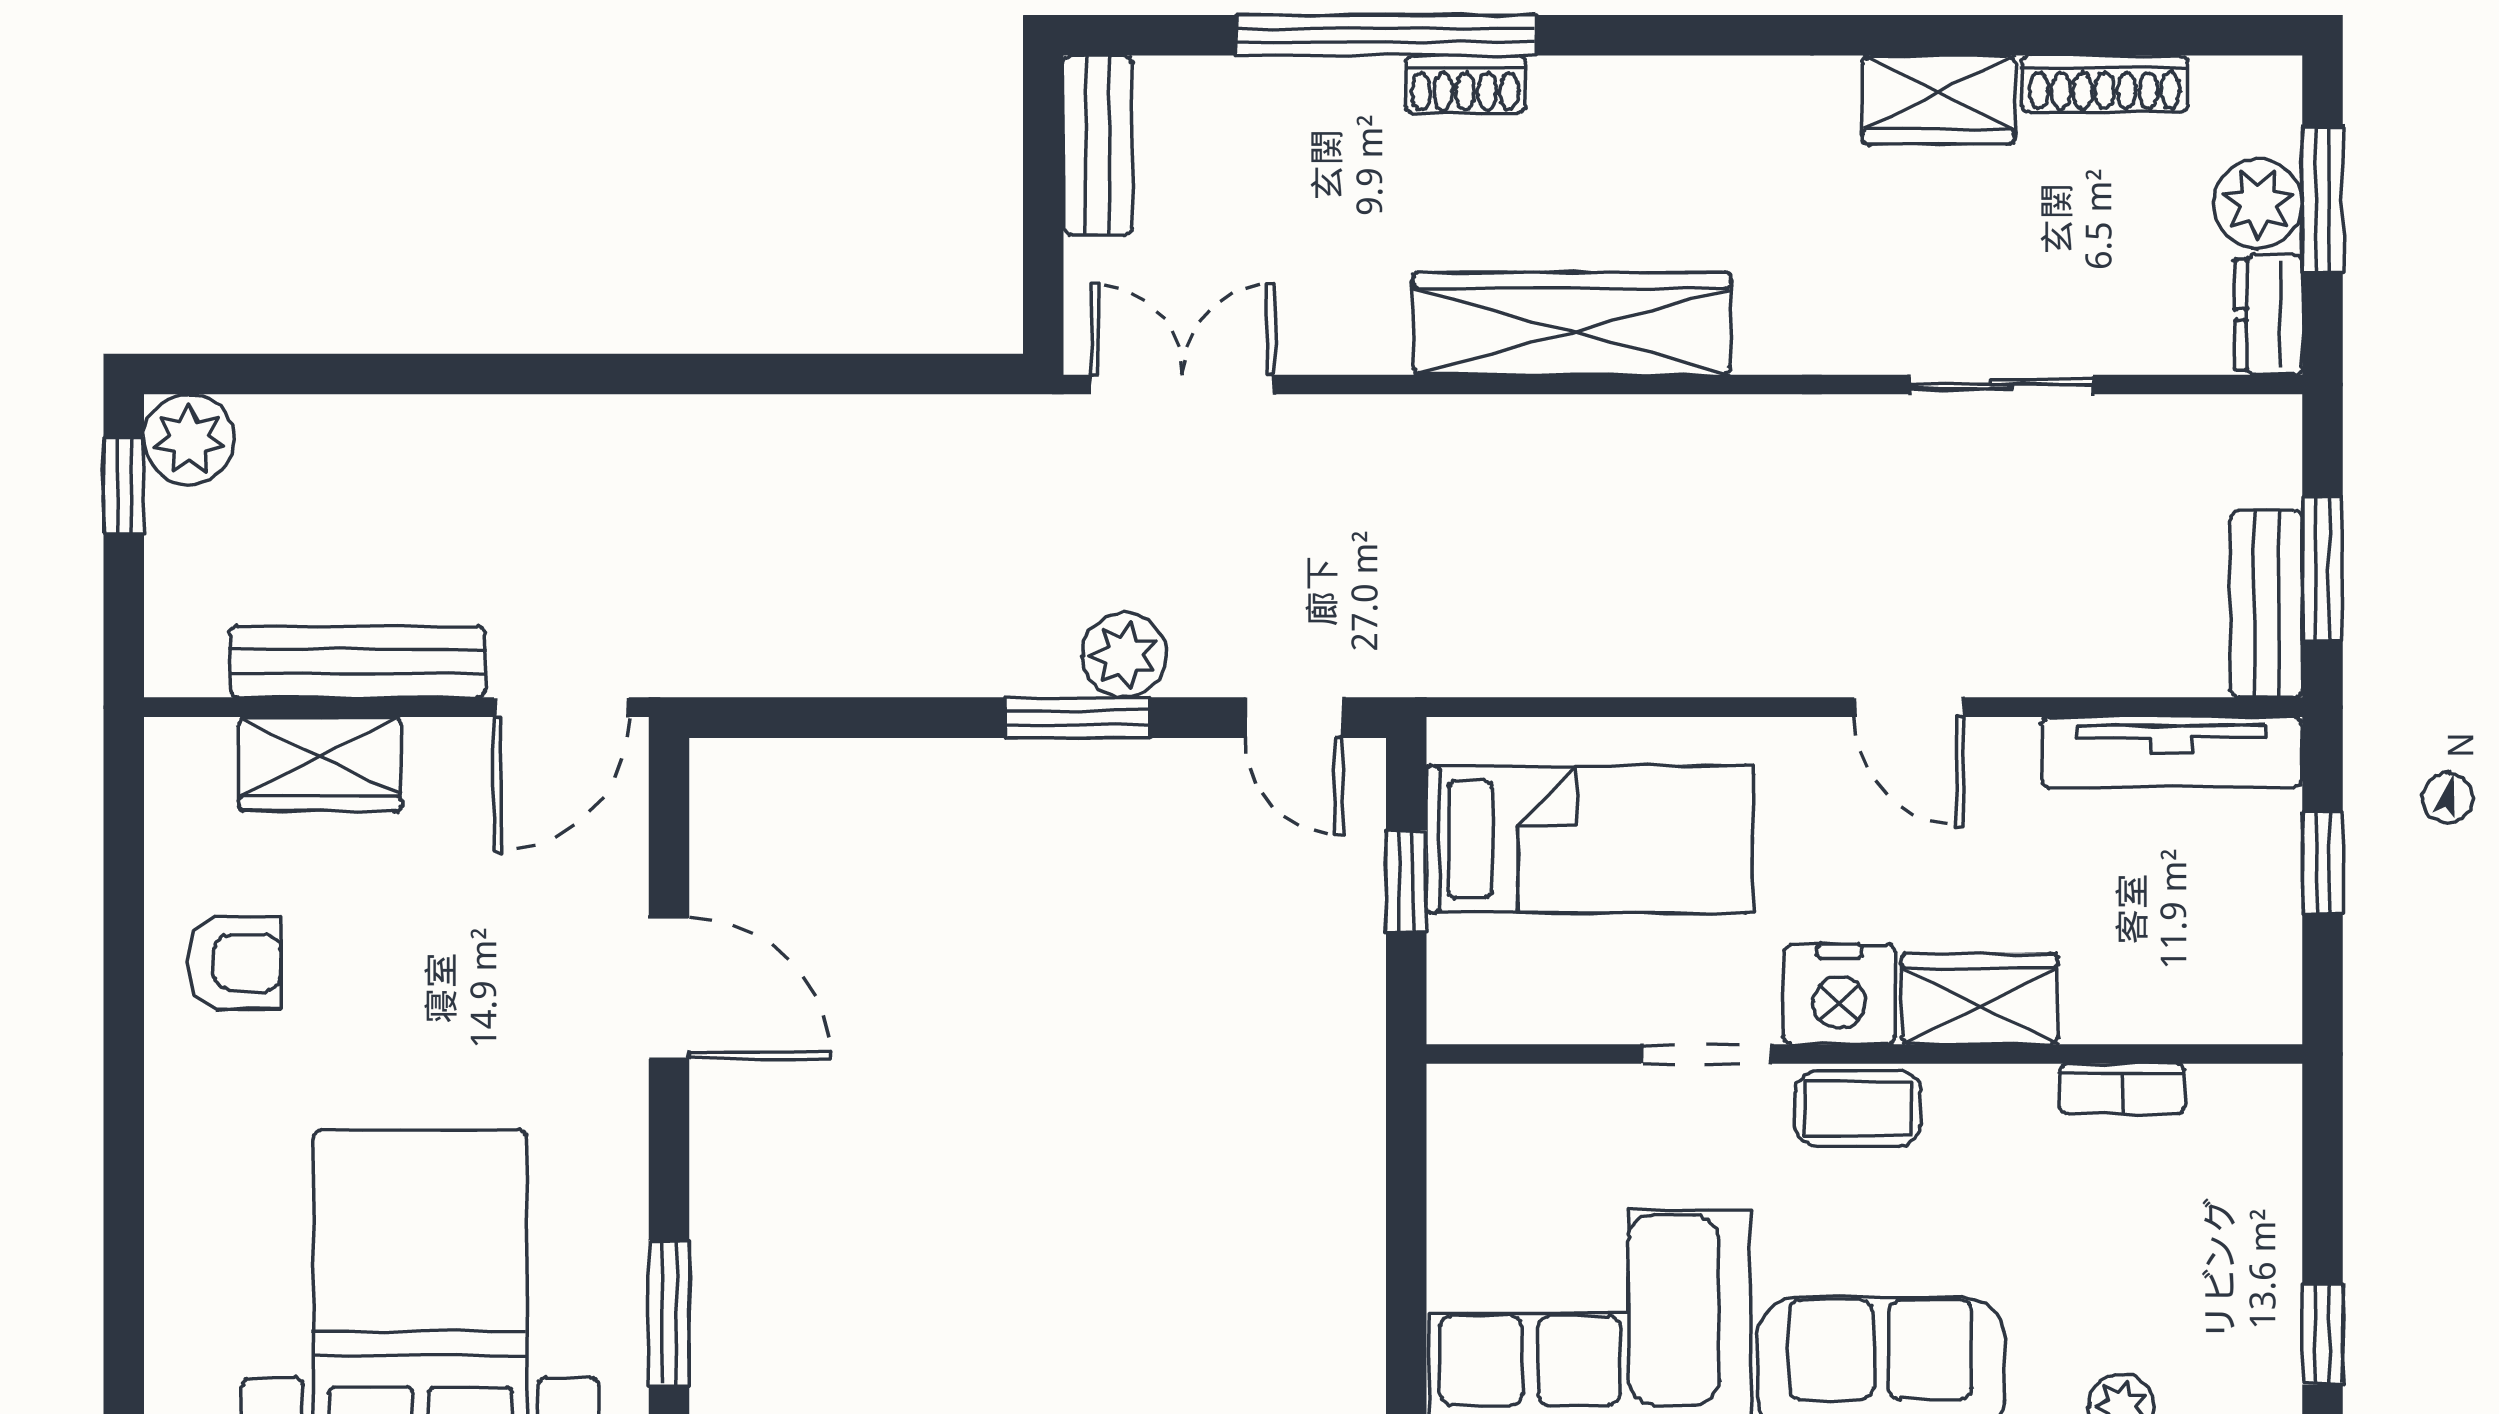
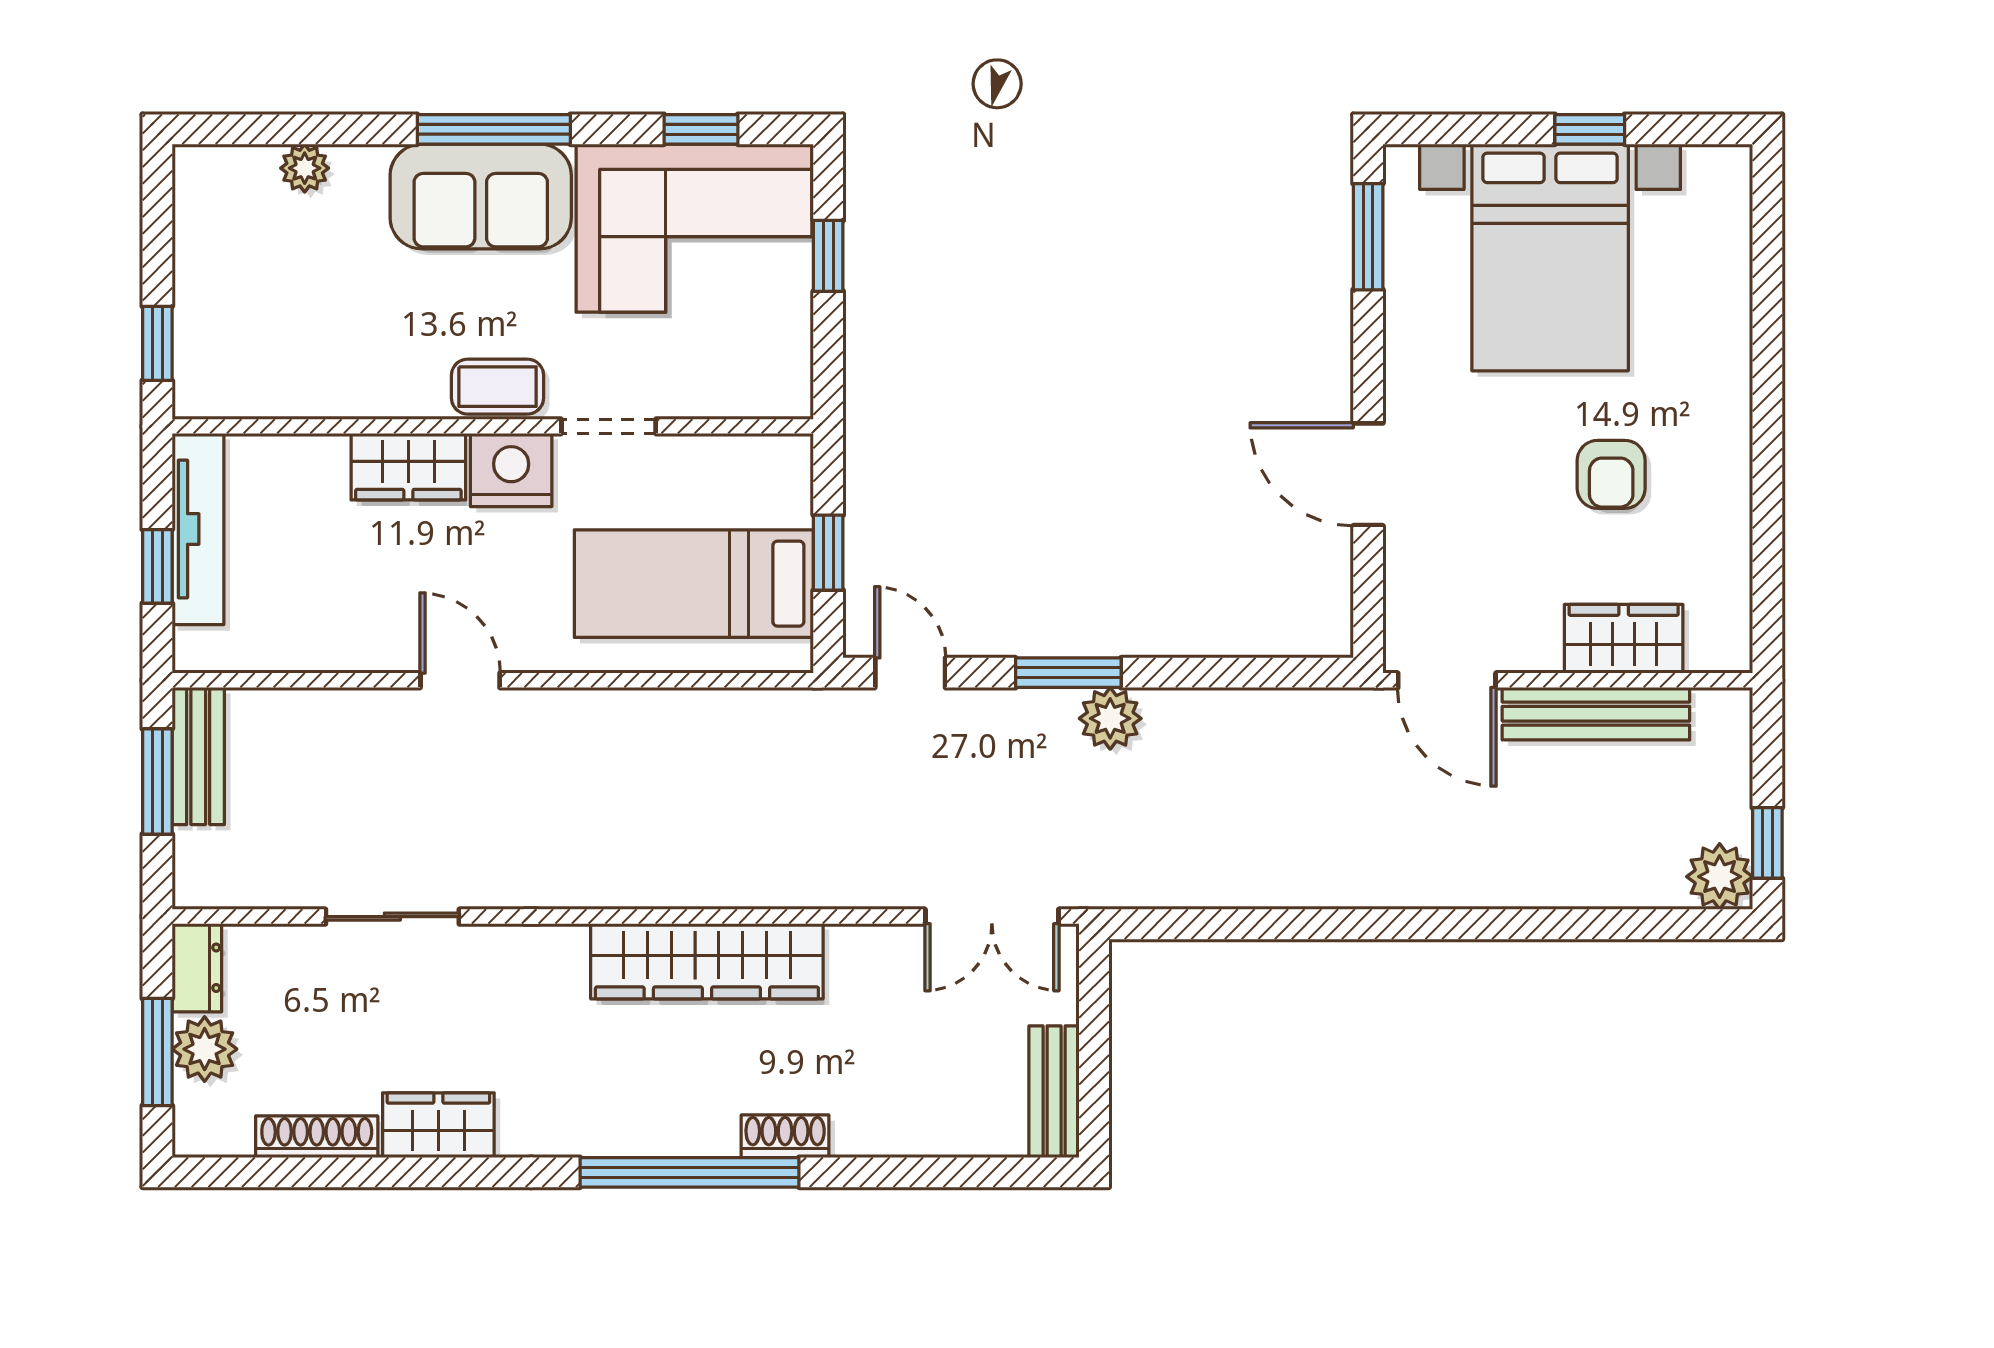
window: (1386, 35) -> (690, 1172), moved
plant: (1124, 655) -> (1110, 718), moved
door: (561, 707) -> (1447, 680), swing flipped
tv unit: (2172, 752) -> (198, 529), moved, turned 90
armchair: (235, 963) -> (1611, 474), moved, turned -90
bookcase: (2122, 1089) -> (304, 401), removed
window: (1406, 1287) -> (828, 256), added
window: (2322, 1334) -> (157, 343), moved

